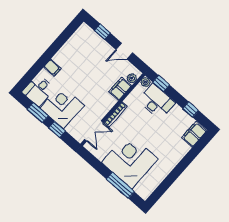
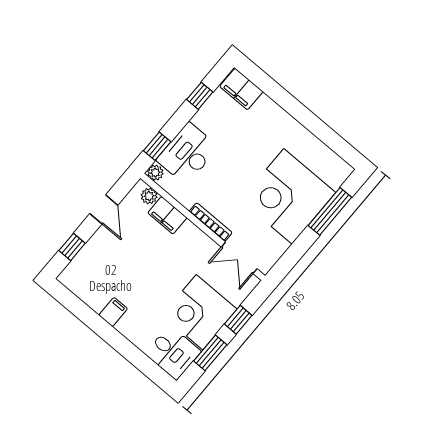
filing cabinet: (52, 68) -> (113, 312), moved
double door: (94, 131) -> (239, 258), swing flipped

